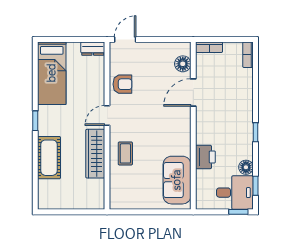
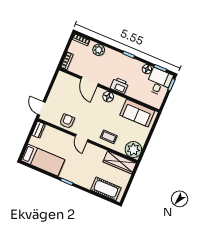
floor lamp: (183, 64) -> (108, 97), moved
plant: (244, 86) -> (99, 50), added
wardrobe: (95, 154) -> (120, 162), moved
printer: (205, 157) -> (119, 86), moved
cot: (49, 158) -> (106, 189), moved
plant: (122, 197) -> (133, 150), added

